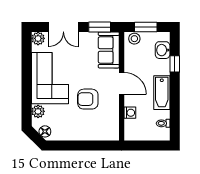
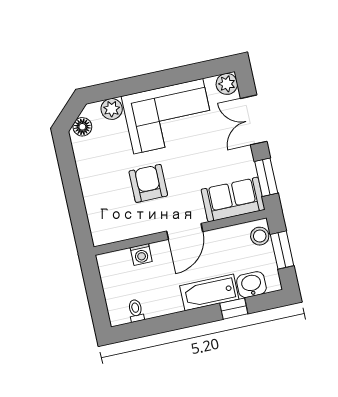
bathtub: (162, 93) -> (209, 292), moved

